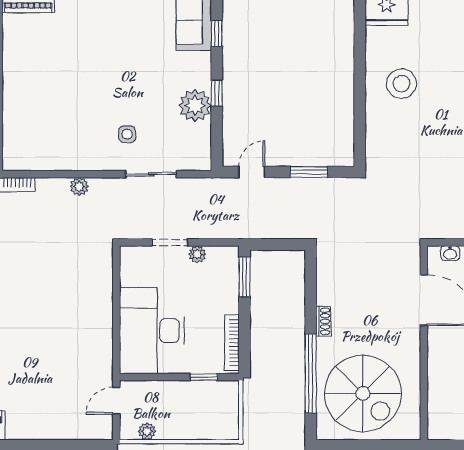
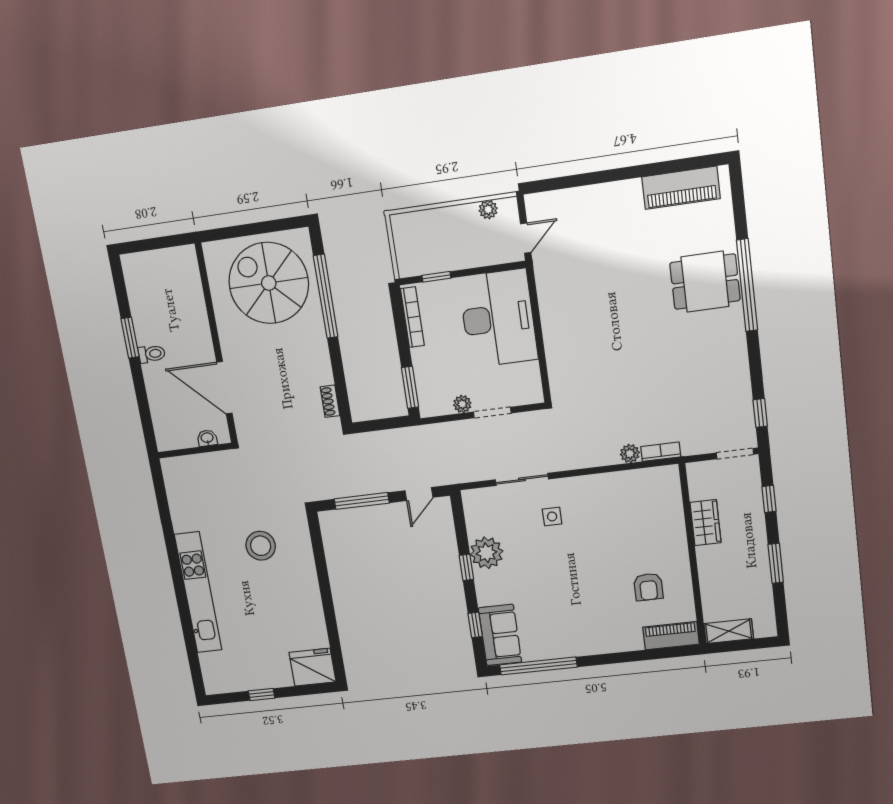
armchair: (44, 53) -> (648, 587), added
stool: (401, 84) -> (261, 546), moved
window: (309, 172) -> (362, 501), width x1.44
plant: (79, 186) -> (630, 454), moved
shoe rack: (323, 321) -> (330, 401), moved

